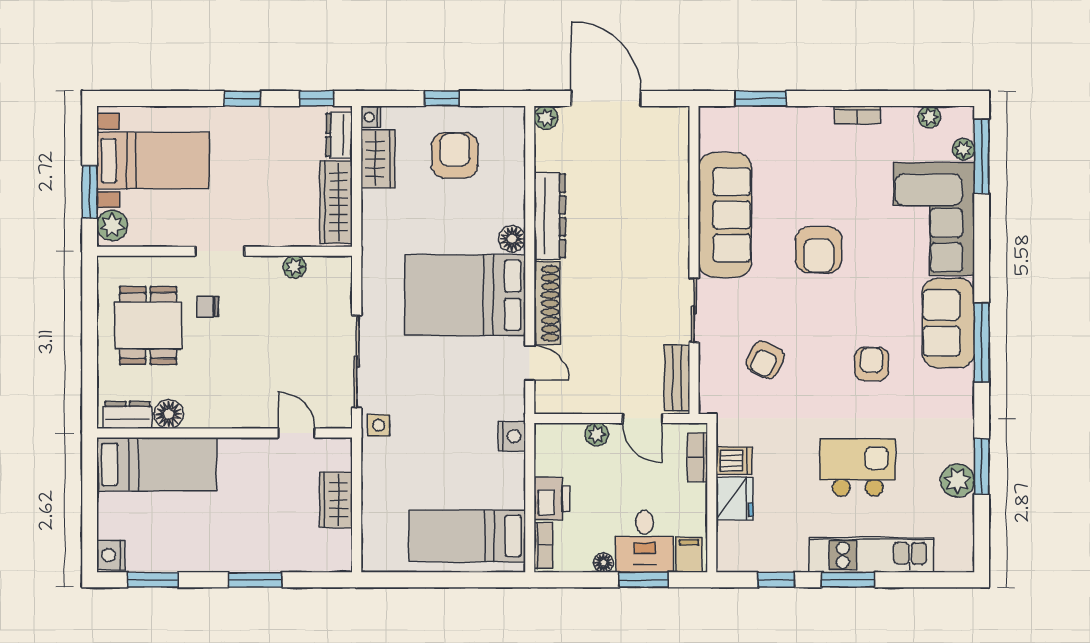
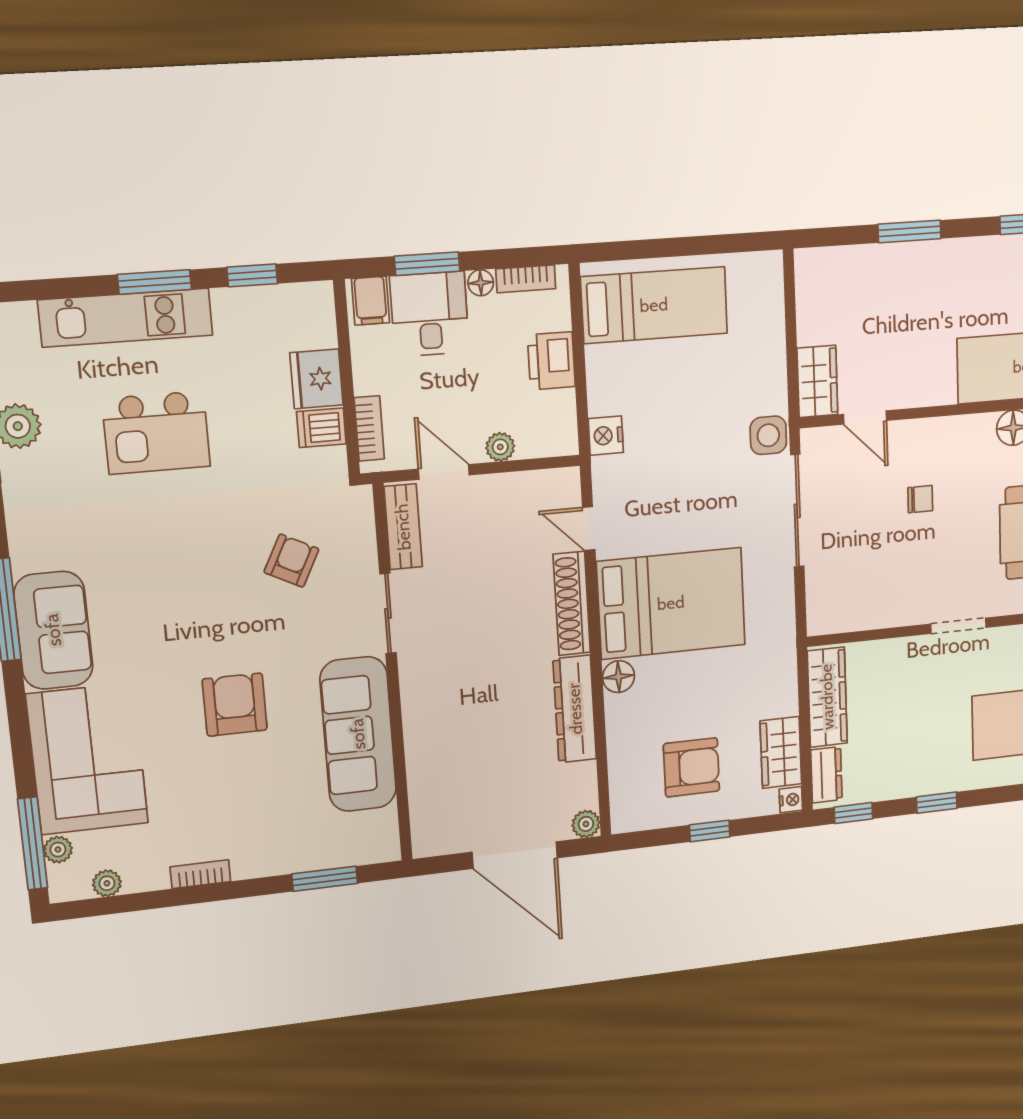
armchair: (455, 155) -> (691, 767), turned -90
plant: (294, 267) -> (873, 616), removed
chair: (208, 306) -> (920, 499), moved
armchair: (872, 364) -> (151, 568), removed
side table: (379, 425) -> (768, 435), width x1.37, depth x1.37
wardrobe: (336, 500) -> (817, 381), moved
bookcase: (543, 545) -> (526, 279), moved, turned -90

